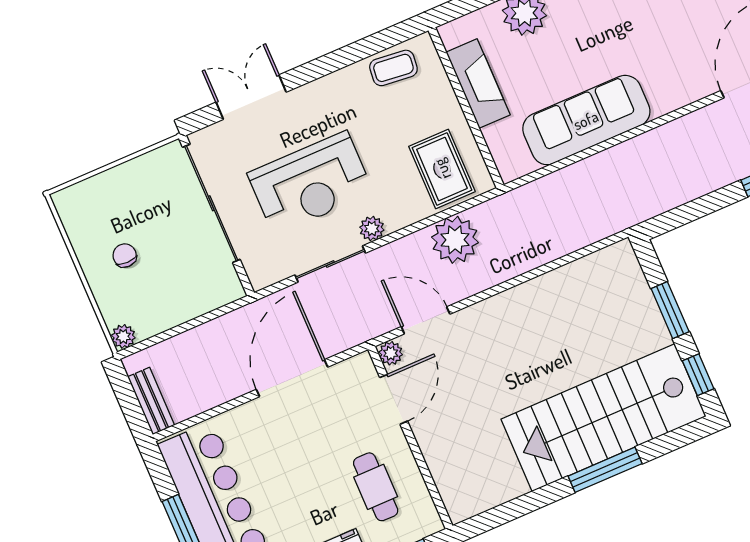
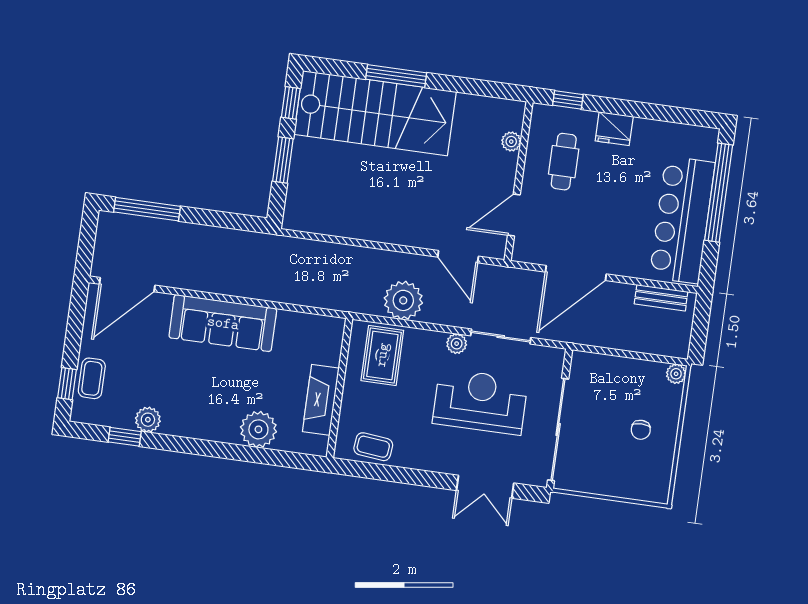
sofa: (586, 120) -> (223, 323), moved
plant: (391, 353) -> (511, 142), moved
bench: (151, 401) -> (661, 298), moved, turned 90

